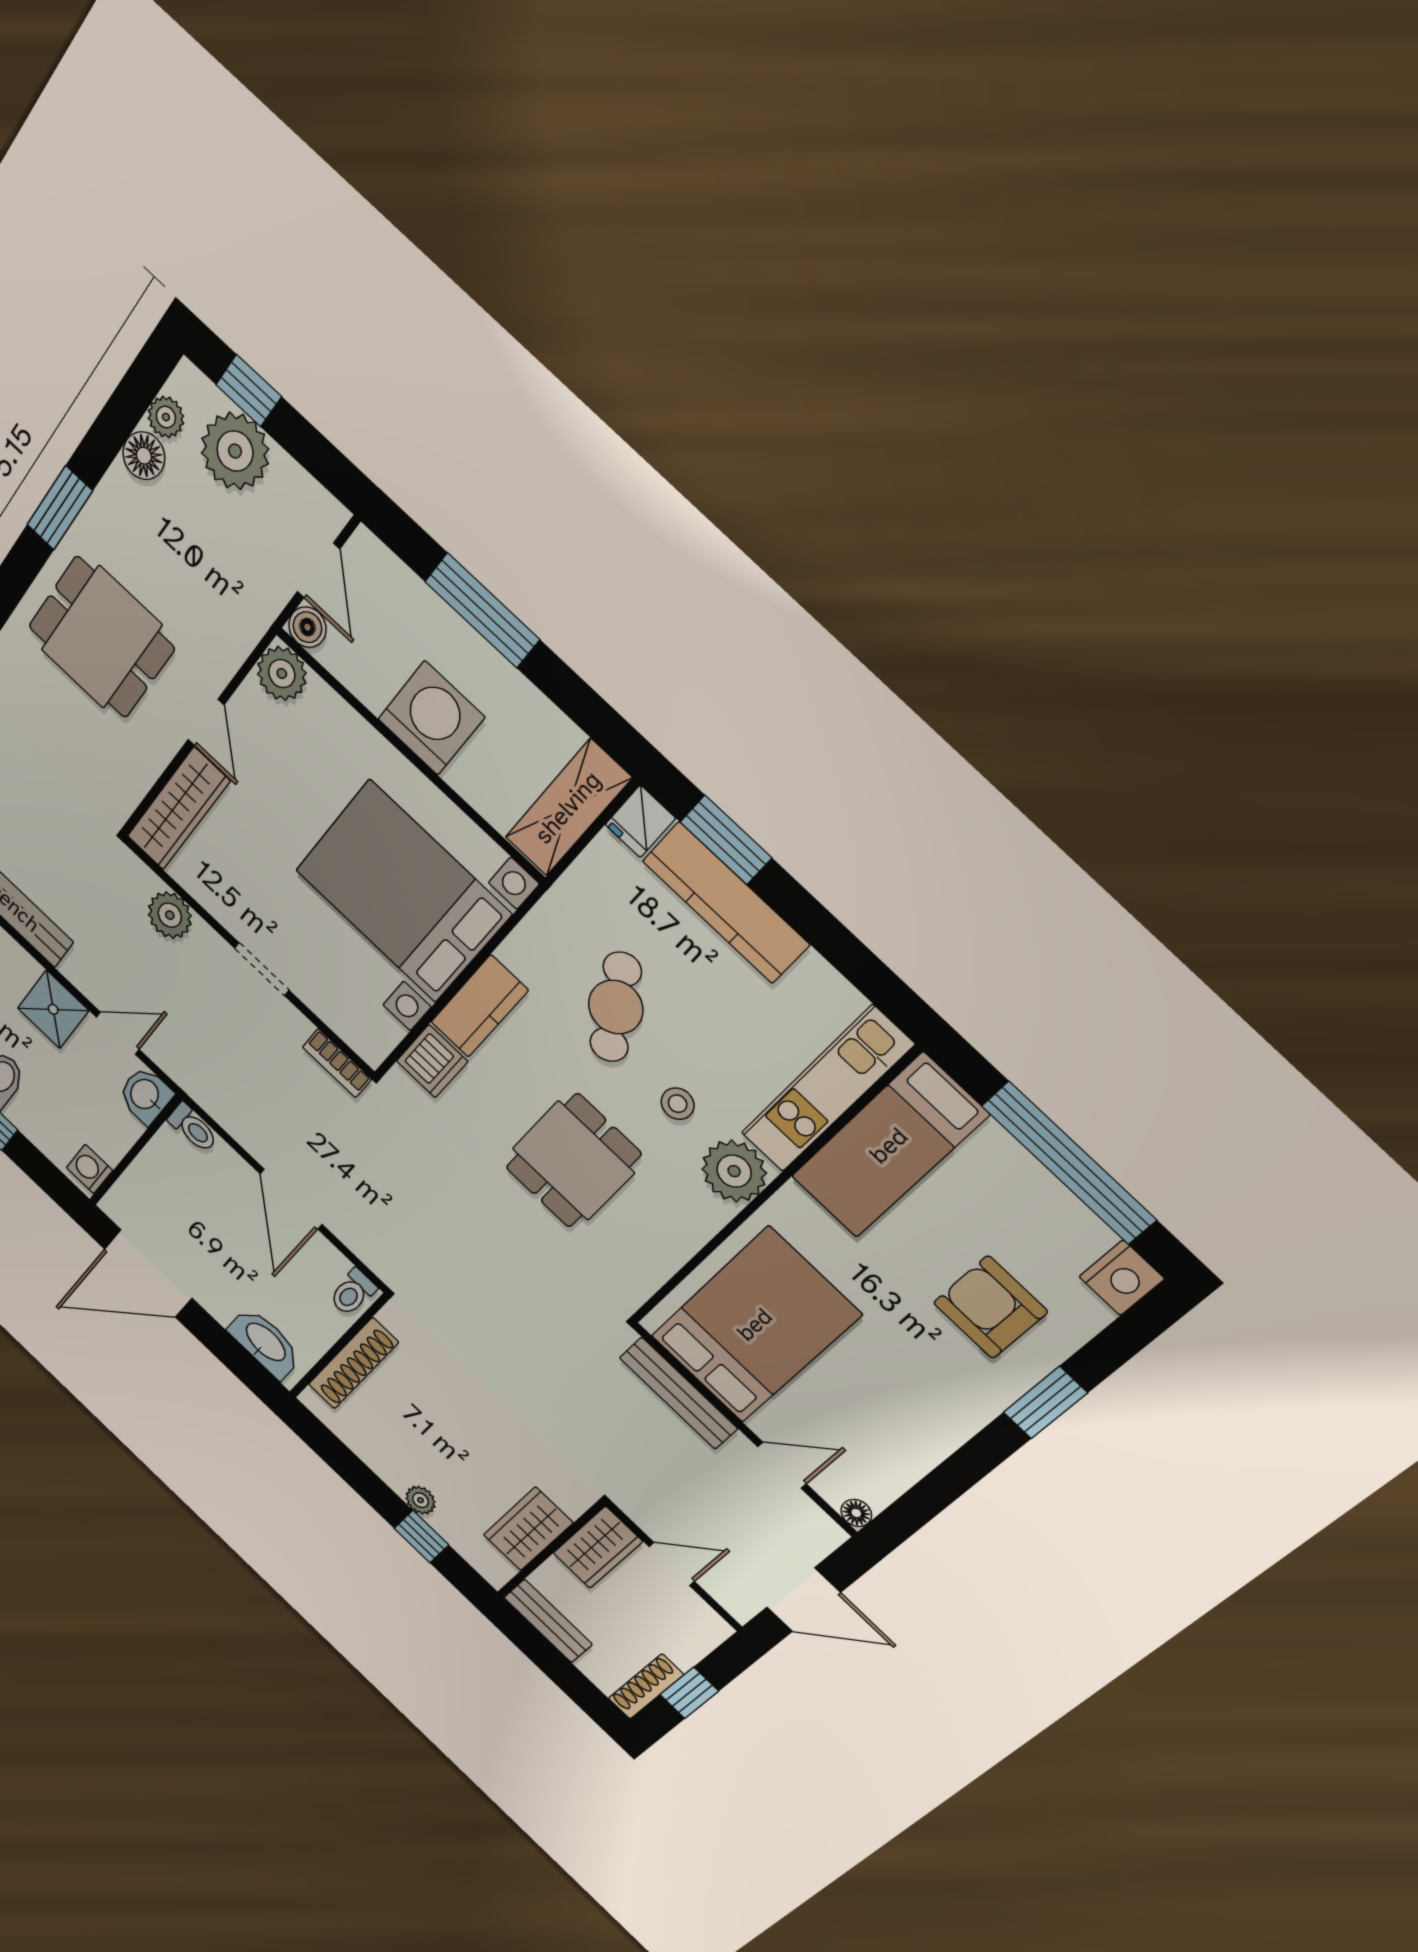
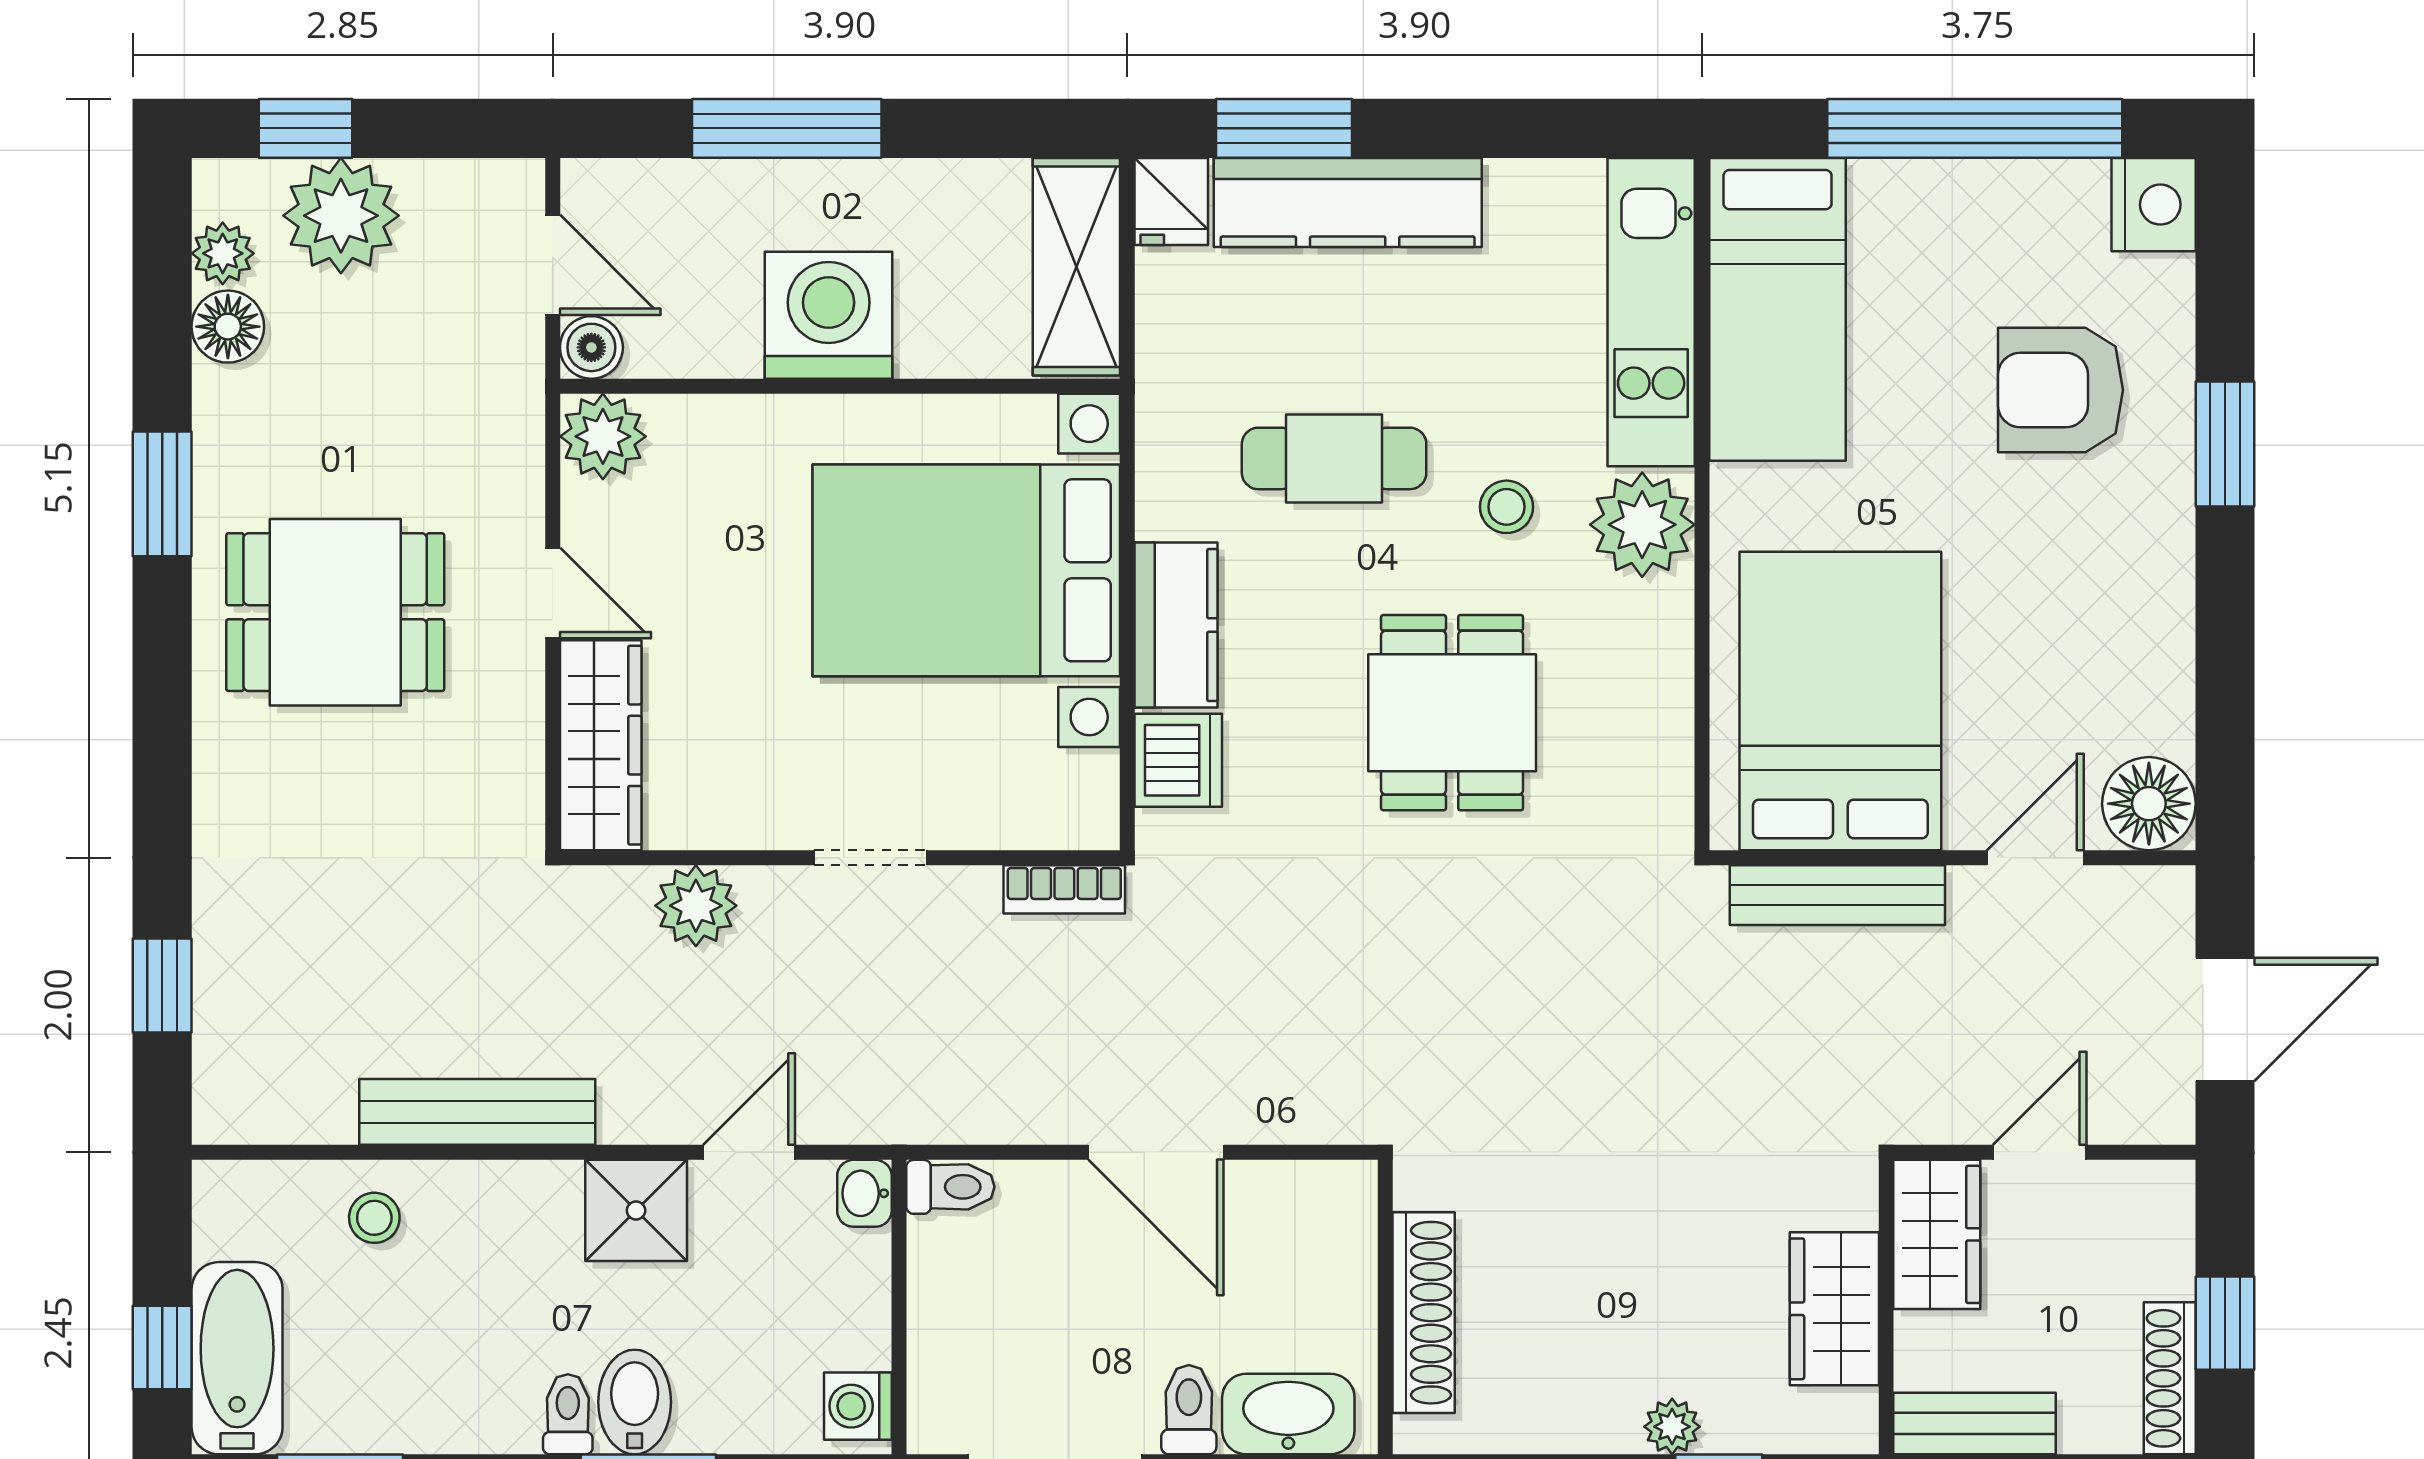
cafe table: (616, 1007) -> (1334, 458), turned -60
washbasin: (145, 1095) -> (864, 1193), width x0.72, depth x0.69
toilet: (353, 1293) -> (1189, 1410), moved, turned 180
floor lamp: (856, 1513) -> (2149, 804), width x1.89, depth x1.89

